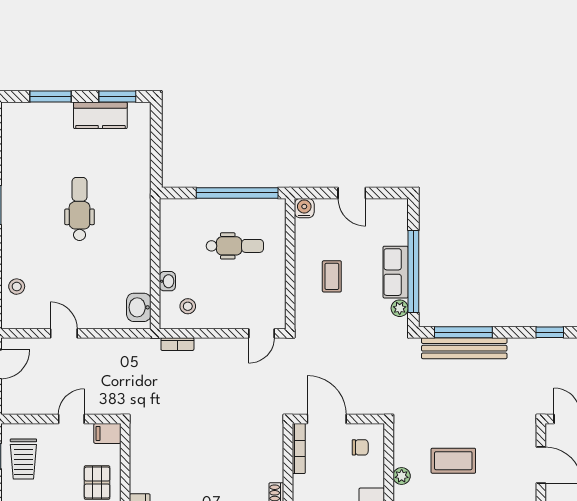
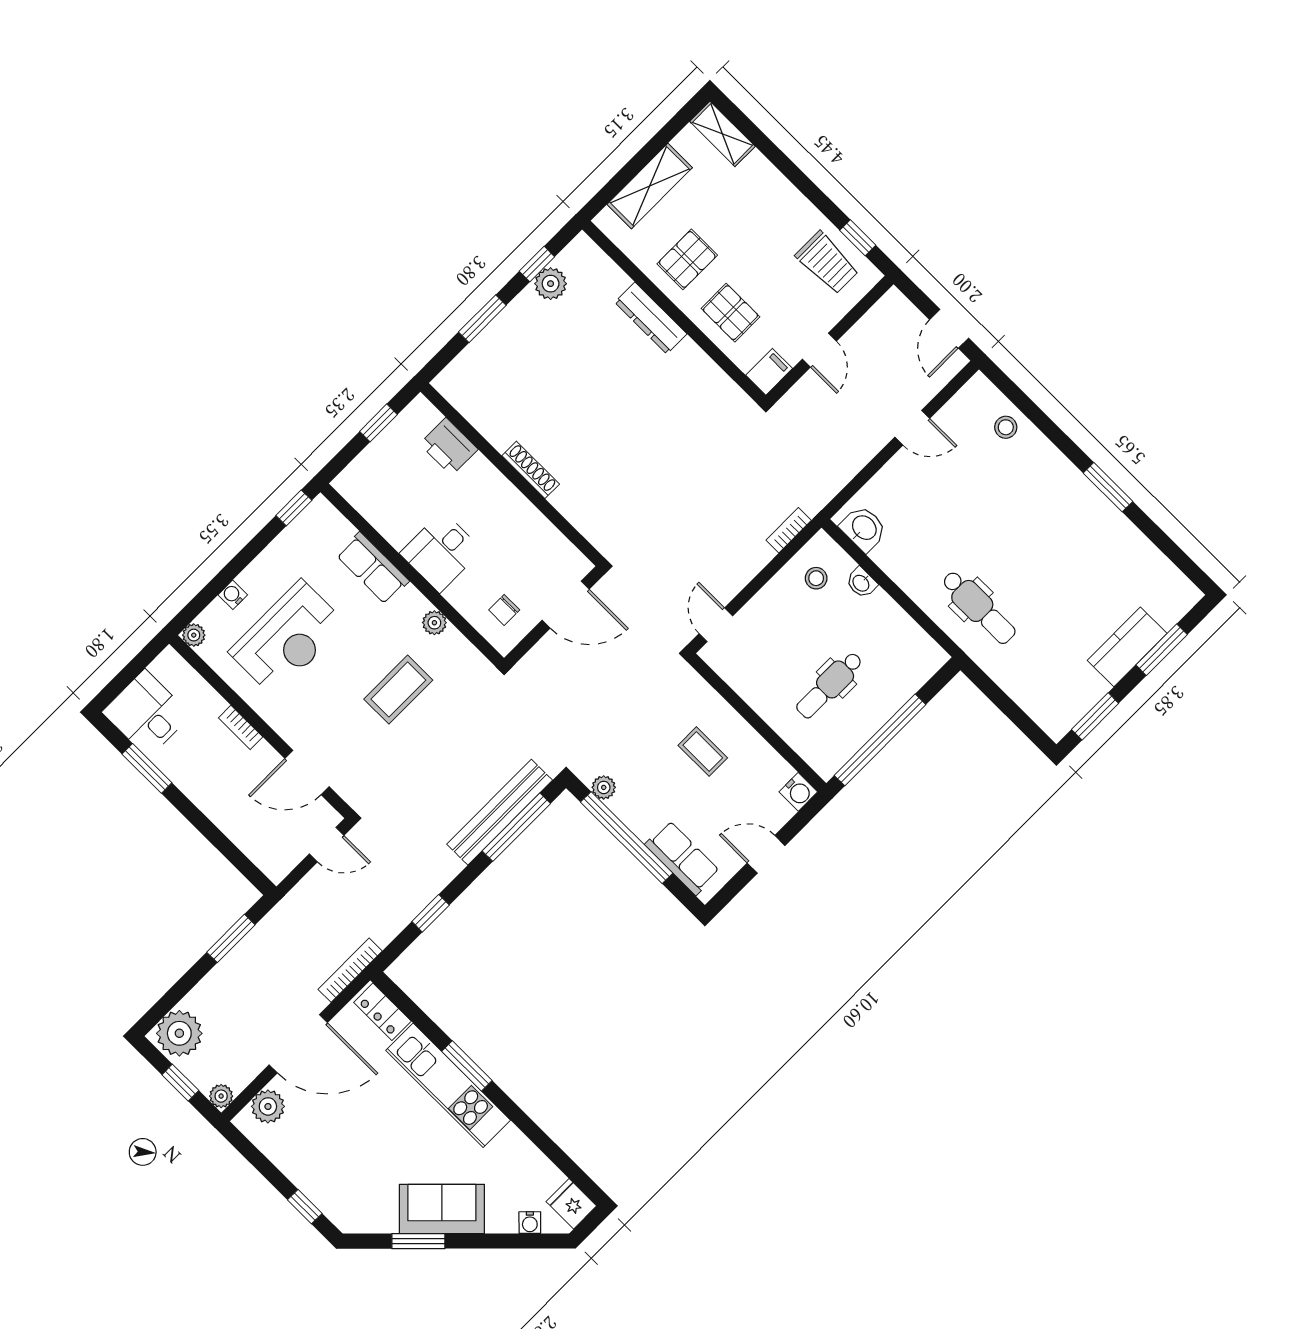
kitchen counter: (100, 115) -> (1127, 647), moved
dental chair: (80, 209) -> (979, 607), moved
row of seats: (396, 272) -> (682, 858), moved
bookcase: (299, 449) -> (564, 548), removed
trolley: (23, 459) -> (827, 263), turned 180

